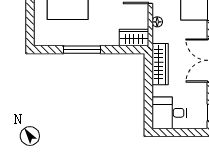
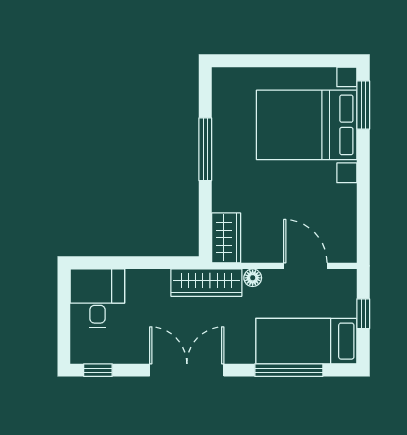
wardrobe: (160, 64) -> (206, 283), moved

